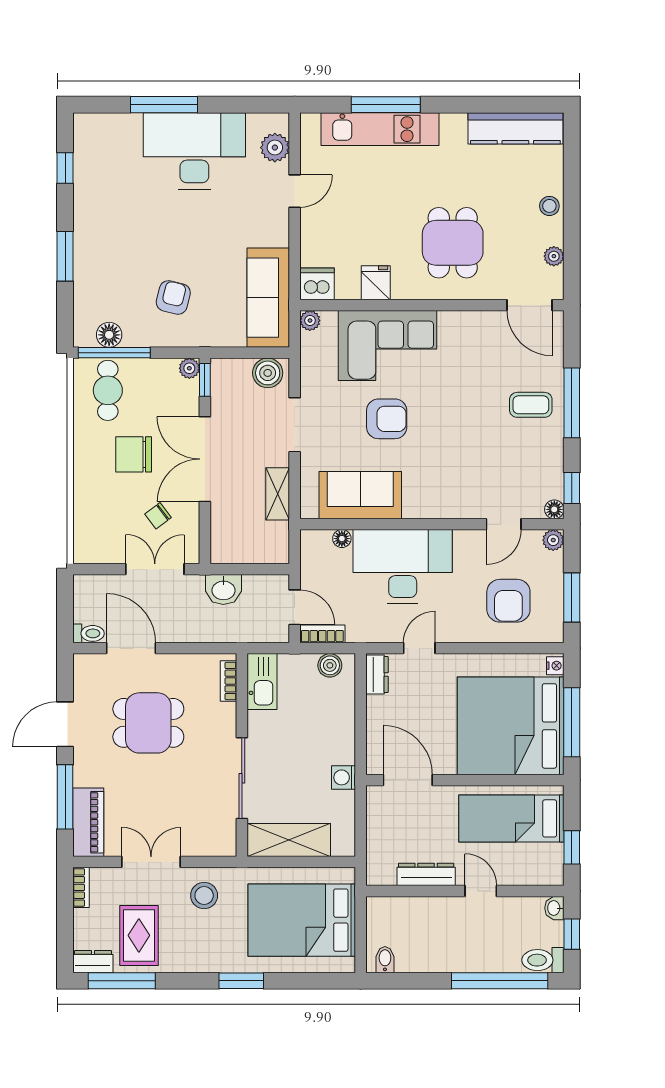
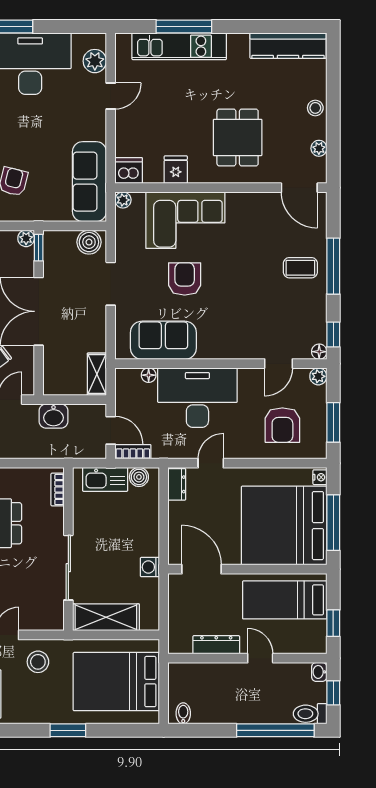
armchair: (387, 419) -> (185, 279), turned -90
shelving: (278, 494) -> (97, 374), moved
kitchen sink: (262, 682) -> (105, 479), moved, turned 90

